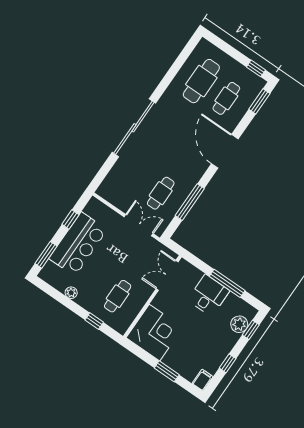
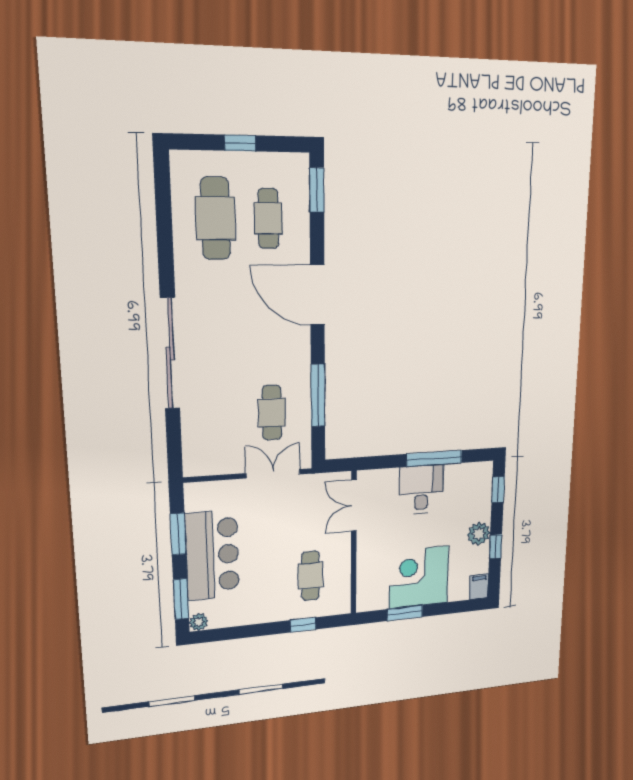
window: (256, 68) -> (240, 143), moved
window: (70, 219) -> (178, 534), width x1.50
plant: (71, 293) -> (199, 622), moved
plant: (239, 324) -> (479, 534), moved
corner desk: (154, 333) -> (419, 577), moved, turned -90
window: (167, 371) -> (405, 613), moved

